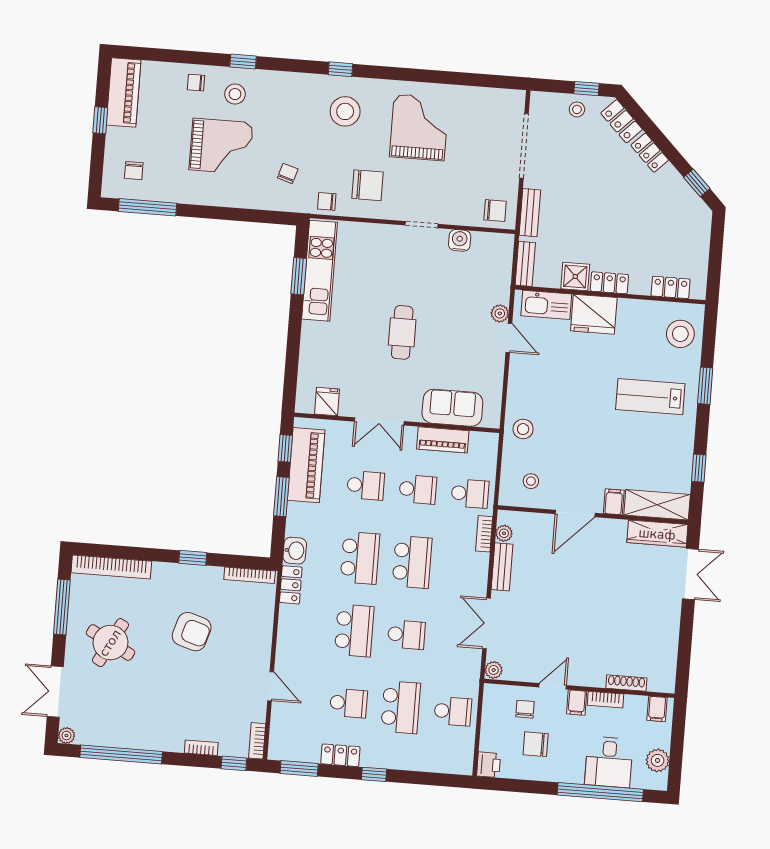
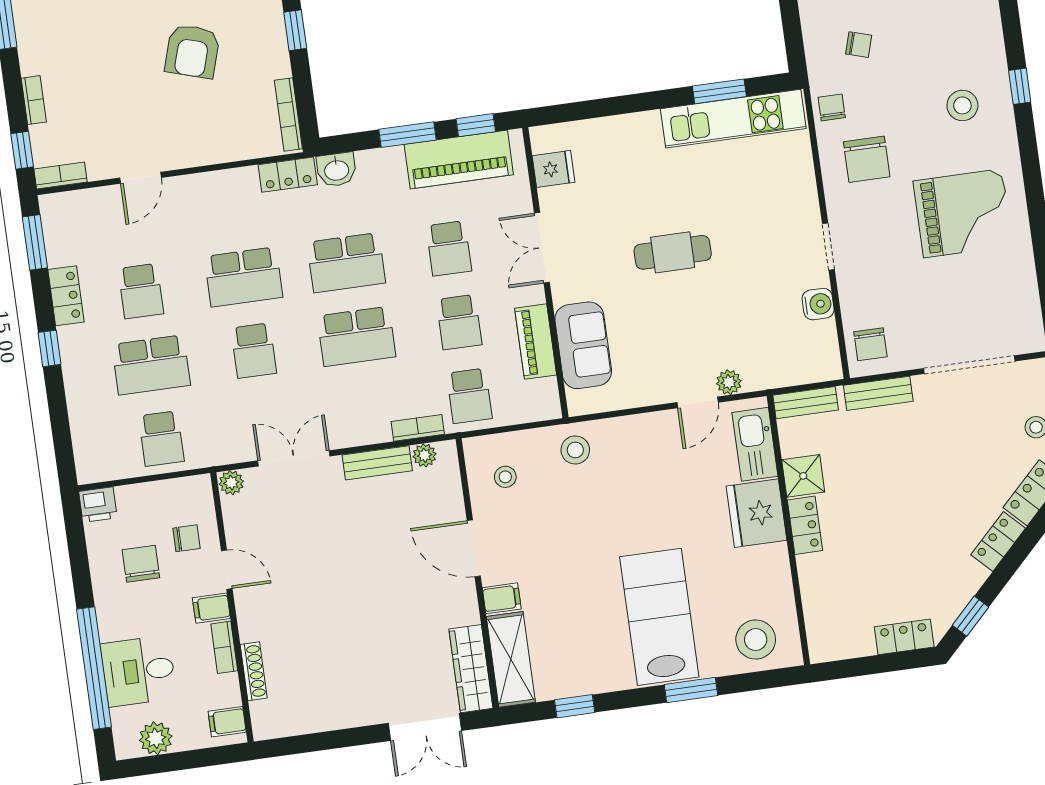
stool: (345, 111) -> (962, 105), width x0.73, depth x0.73
locker: (671, 287) -> (904, 637), moved, turned -90
lab bench: (650, 397) -> (659, 617), width x1.36, depth x1.39

